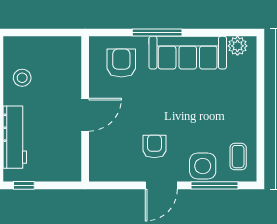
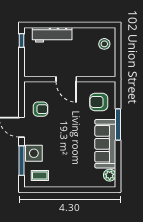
armchair: (121, 63) -> (99, 102), turned 180
stool: (22, 78) -> (104, 44), moved
armchair: (154, 146) -> (41, 109), moved

